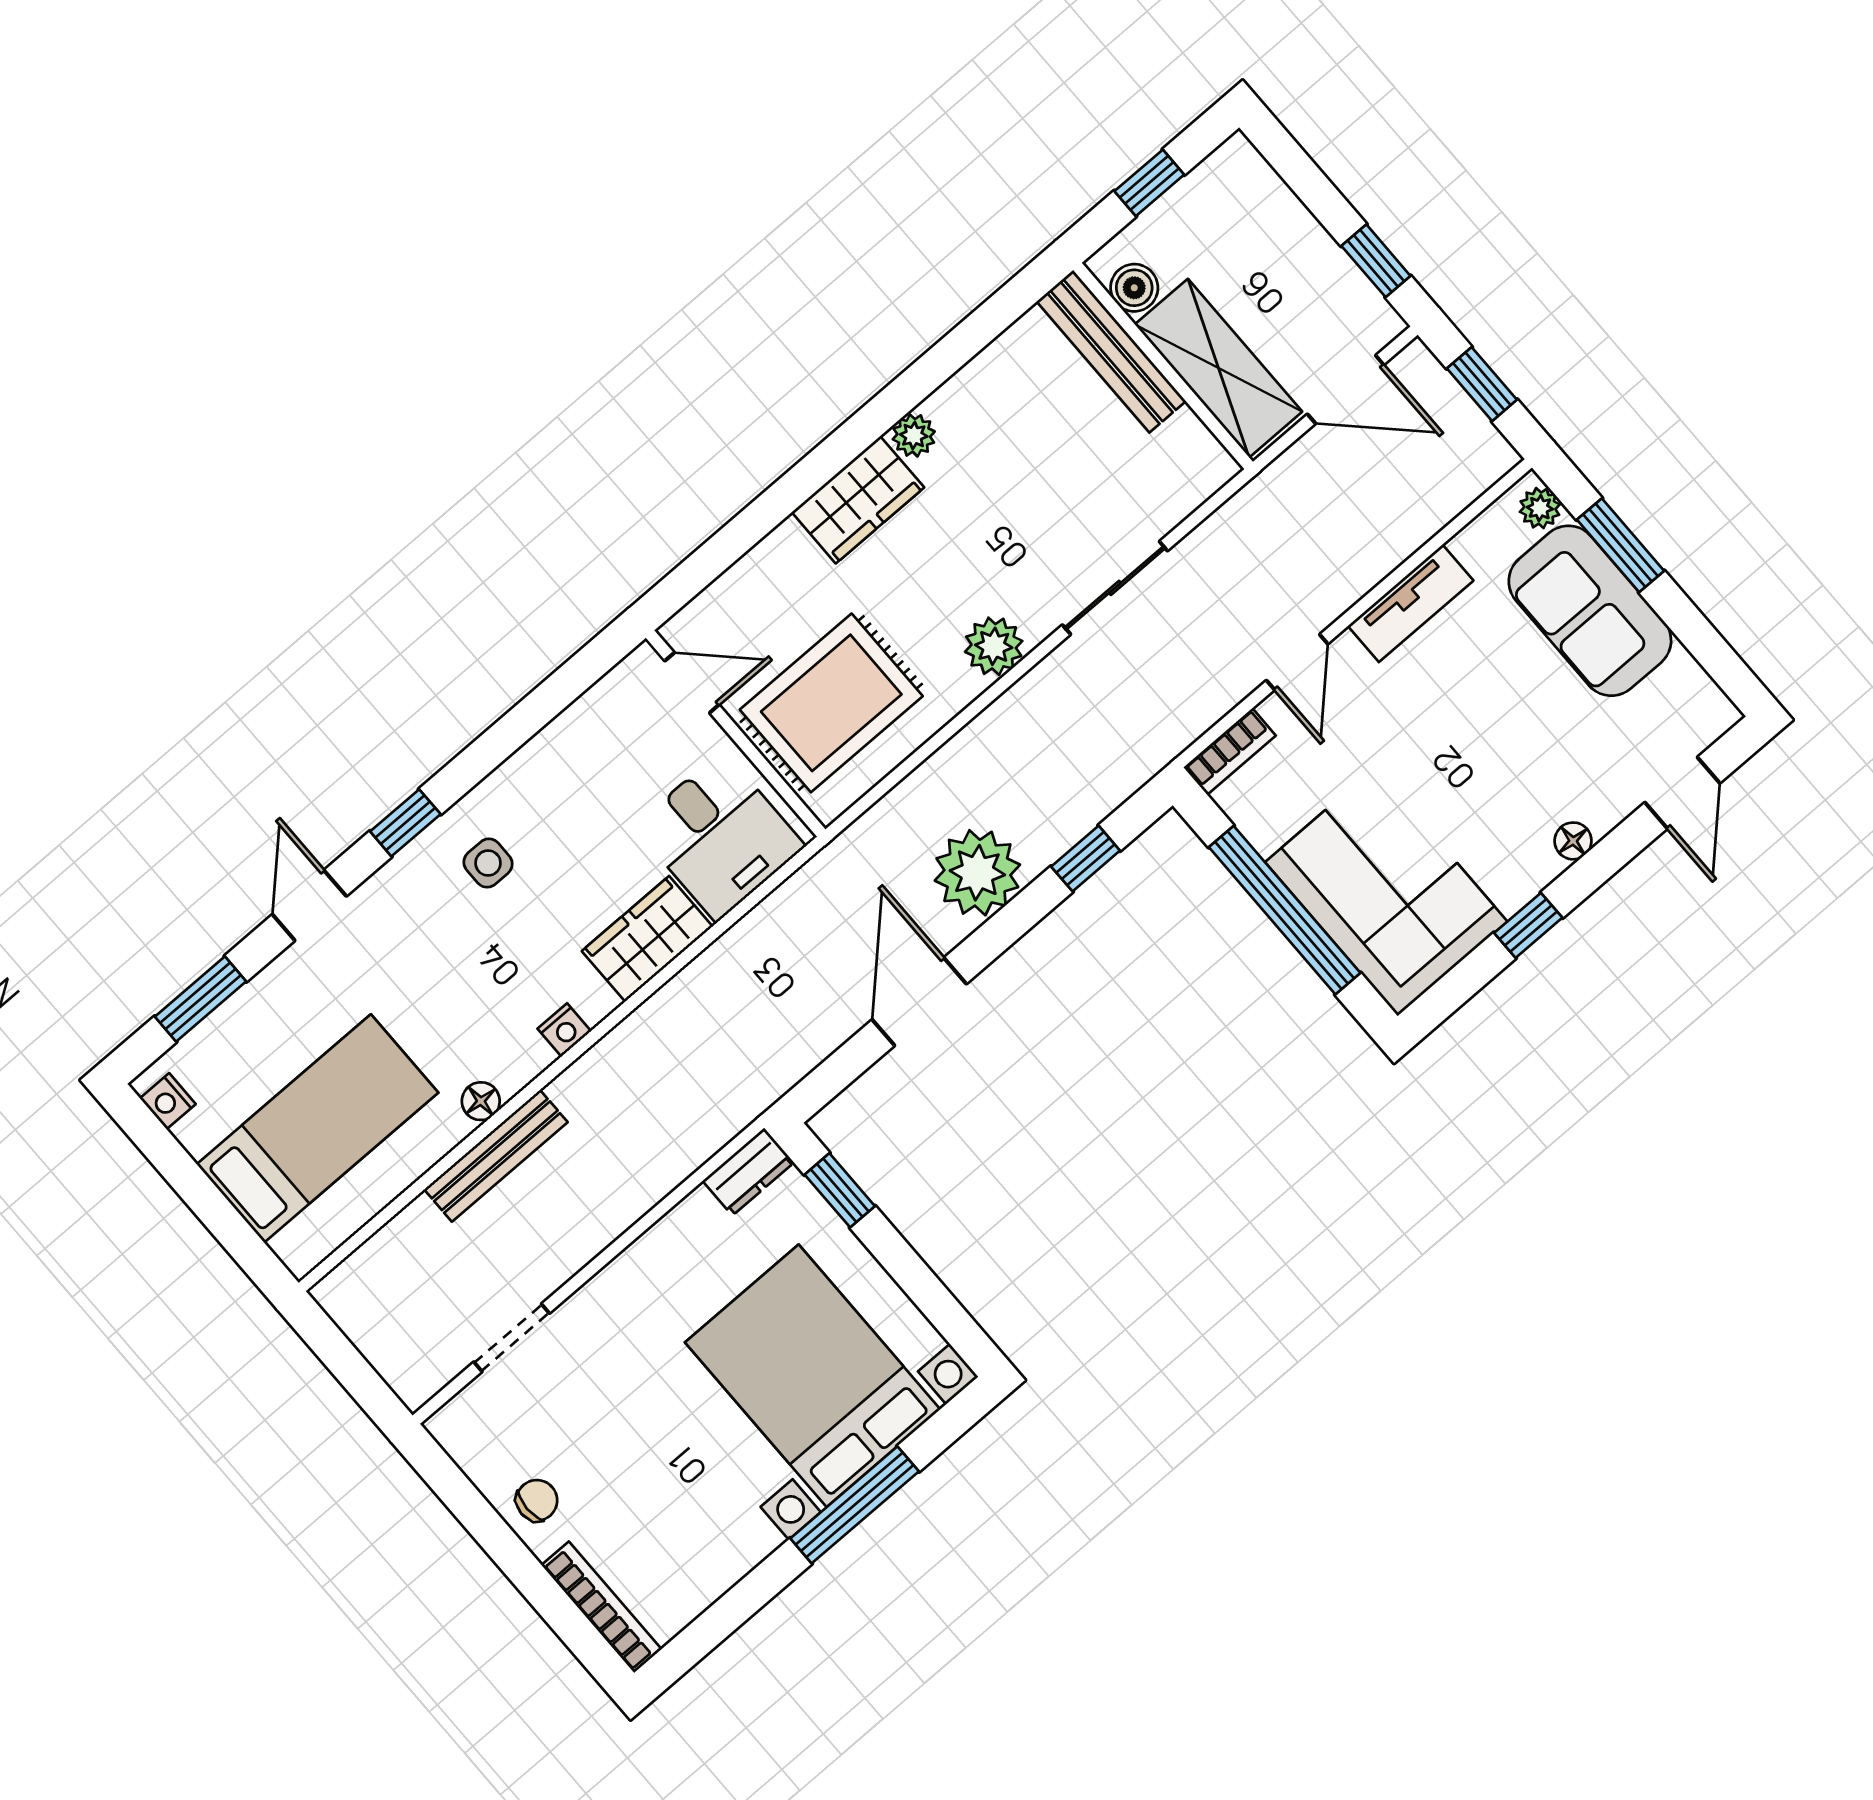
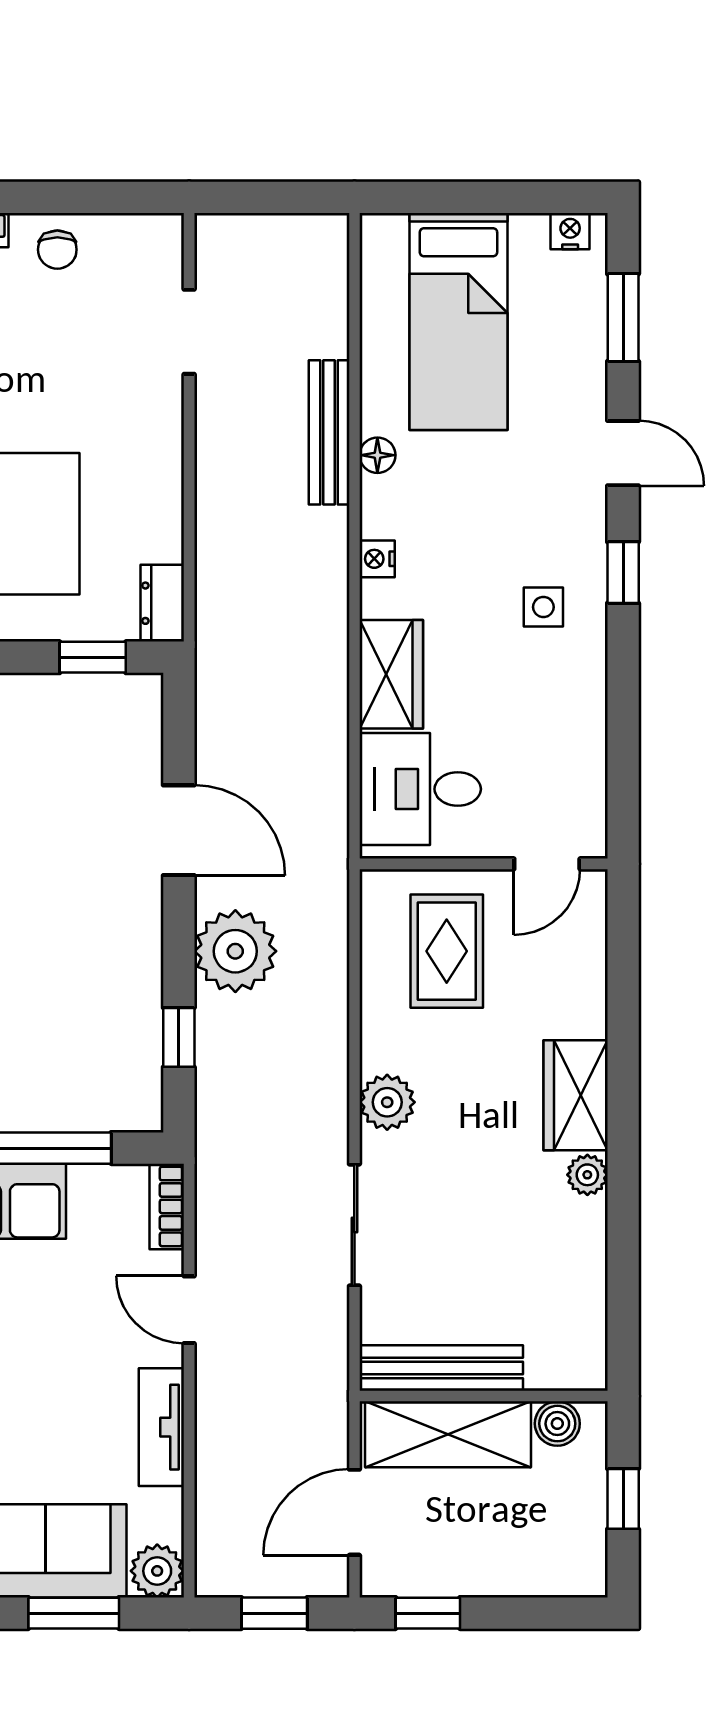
bench: (1111, 351) -> (441, 1368), moved
plant: (1540, 508) -> (157, 1571), width x1.38, depth x1.38
rug: (831, 703) -> (447, 951), width x0.73, depth x0.70

